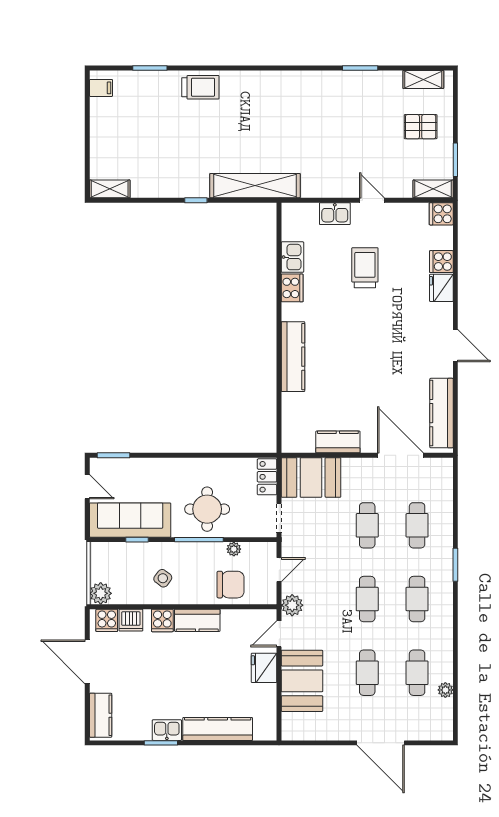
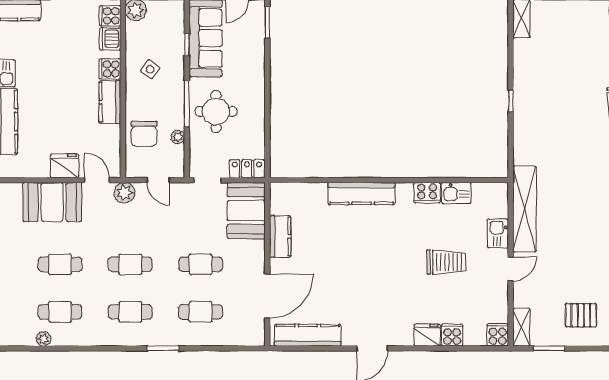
pallet: (421, 127) -> (581, 315), turned 90
shelving: (255, 186) -> (525, 209), moved

